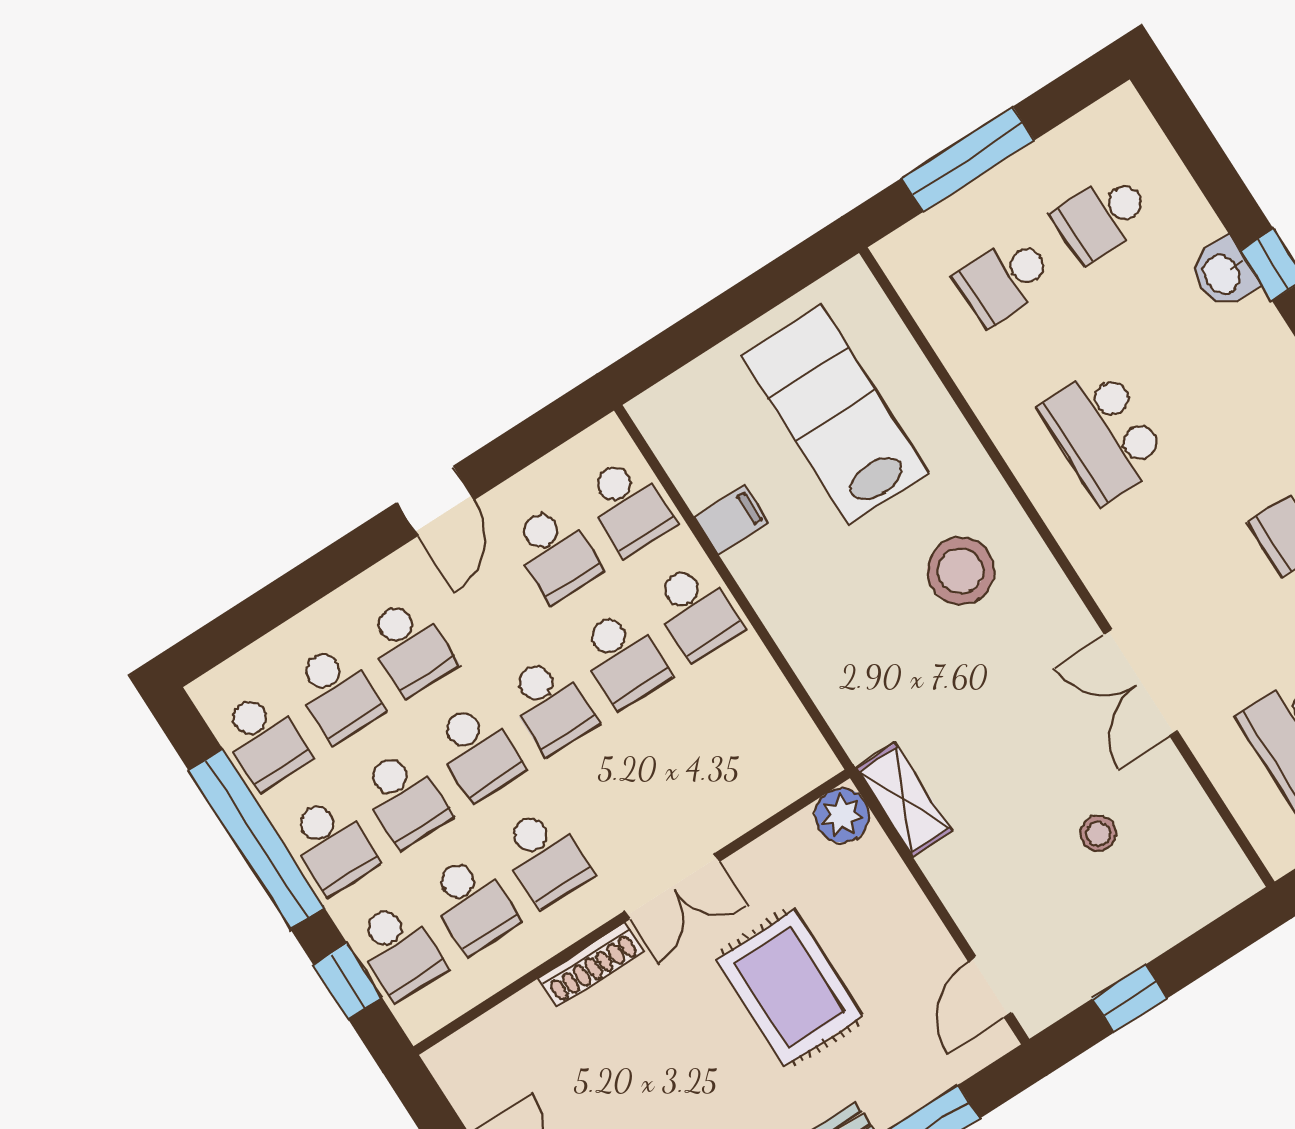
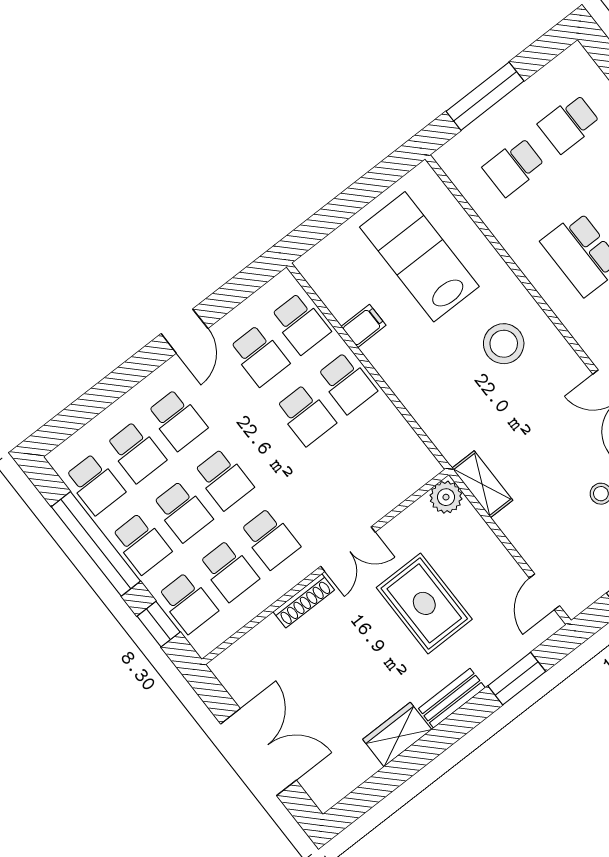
school desk: (550, 705) -> (265, 447), removed

